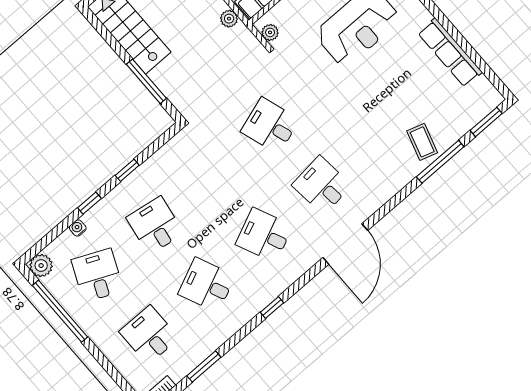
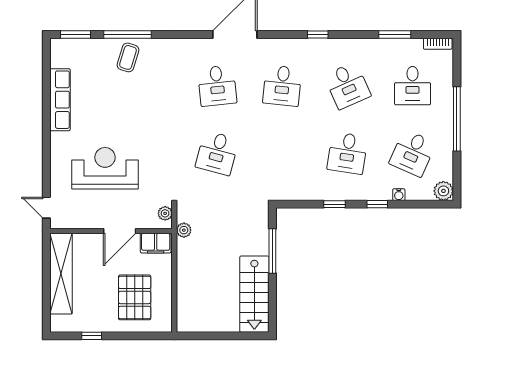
plant: (229, 19) -> (184, 230), moved
desk: (270, 126) -> (217, 153), turned 33
desk: (264, 235) -> (282, 86), turned 30
window: (60, 311) -> (457, 119), moved

